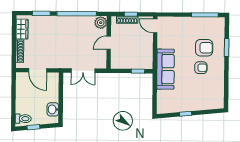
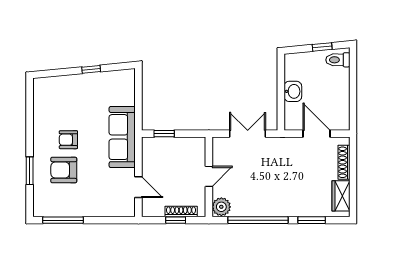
door: (155, 26) -> (138, 187), moved
washbasin: (53, 109) -> (293, 91), moved

